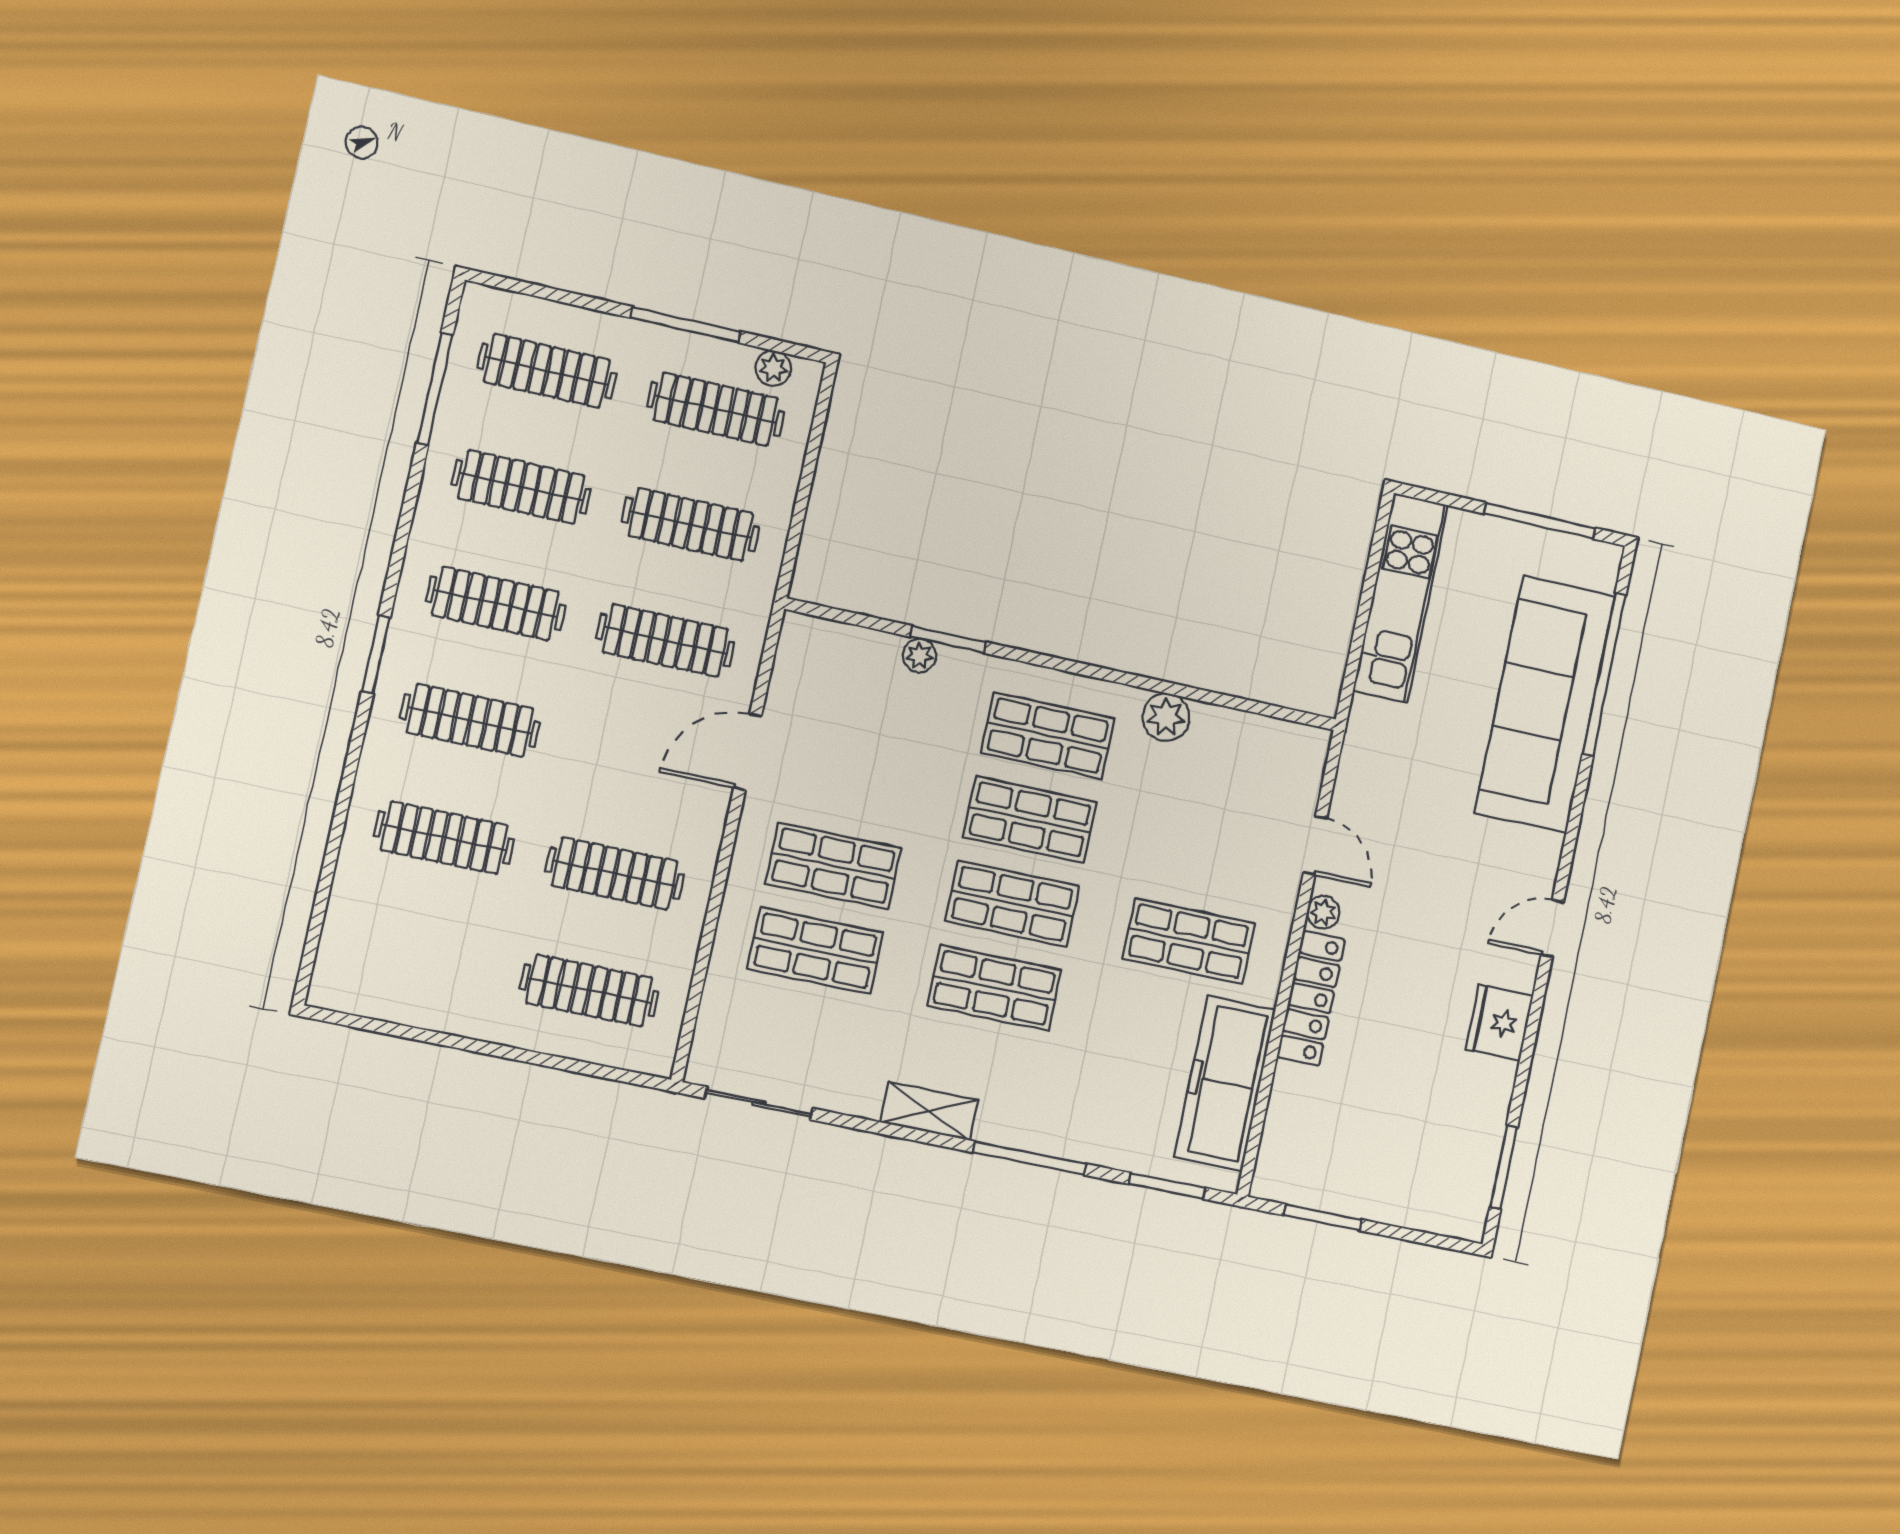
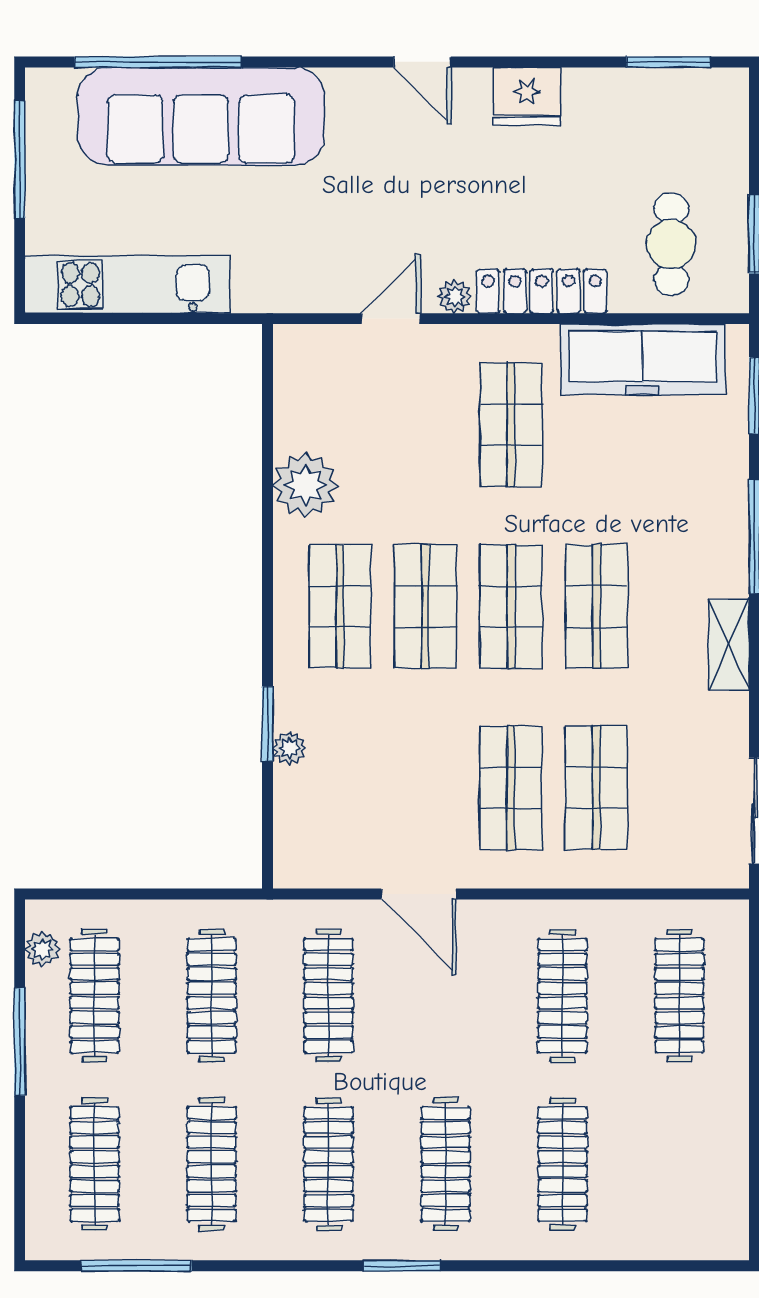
plant: (1166, 717) -> (305, 485), width x1.36, depth x1.36
cafe table: (1330, 1134) -> (671, 244), added

